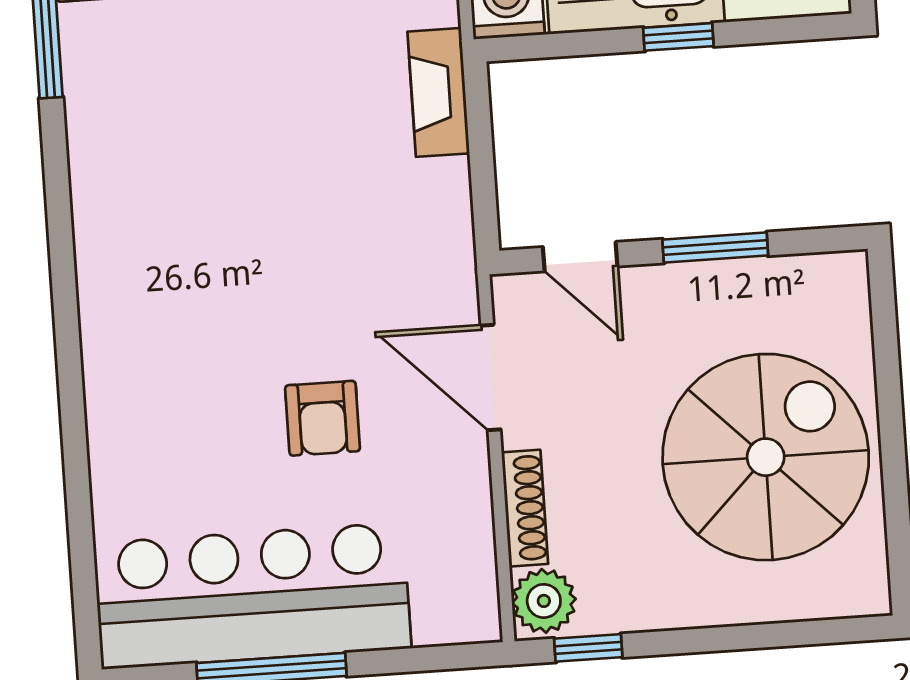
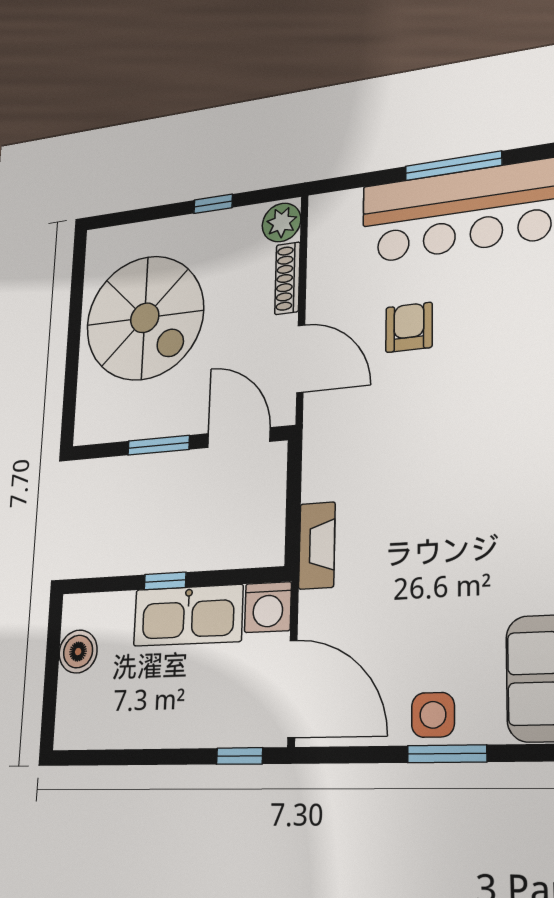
door: (580, 257) -> (239, 438), width x1.38
spiral stairs: (766, 457) -> (145, 318), turned -90
window: (588, 648) -> (213, 204), moved

